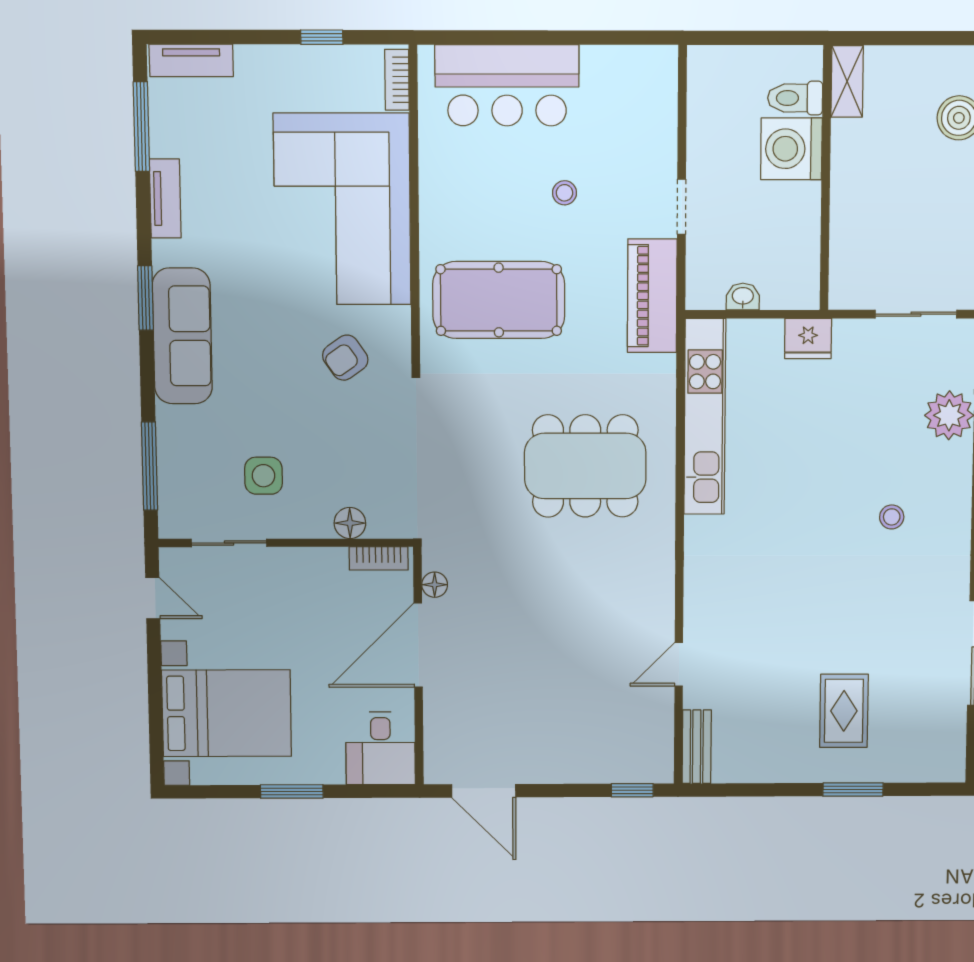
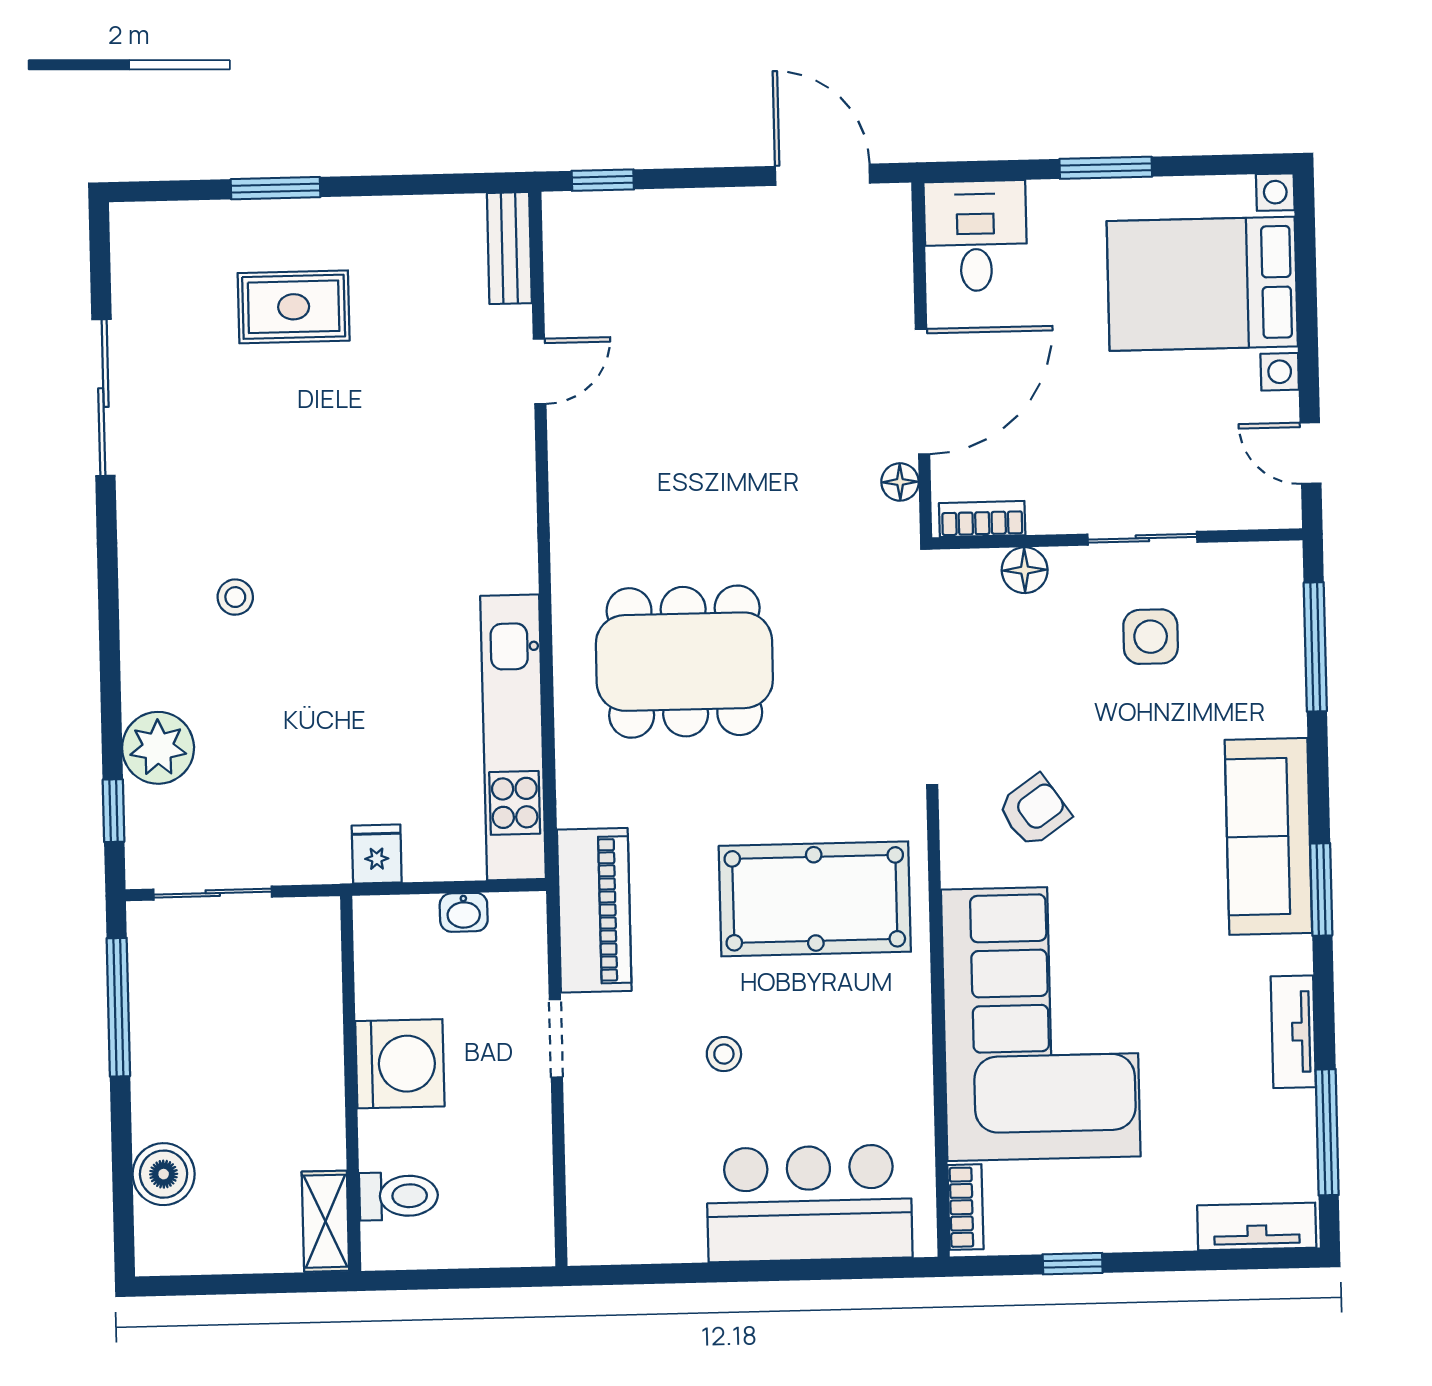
washing machine: (791, 149) -> (400, 1064), moved
fridge: (808, 338) -> (377, 854), width x0.72
sliding door: (229, 543) -> (1142, 538), moved
rug: (844, 711) -> (294, 307), turned 90

